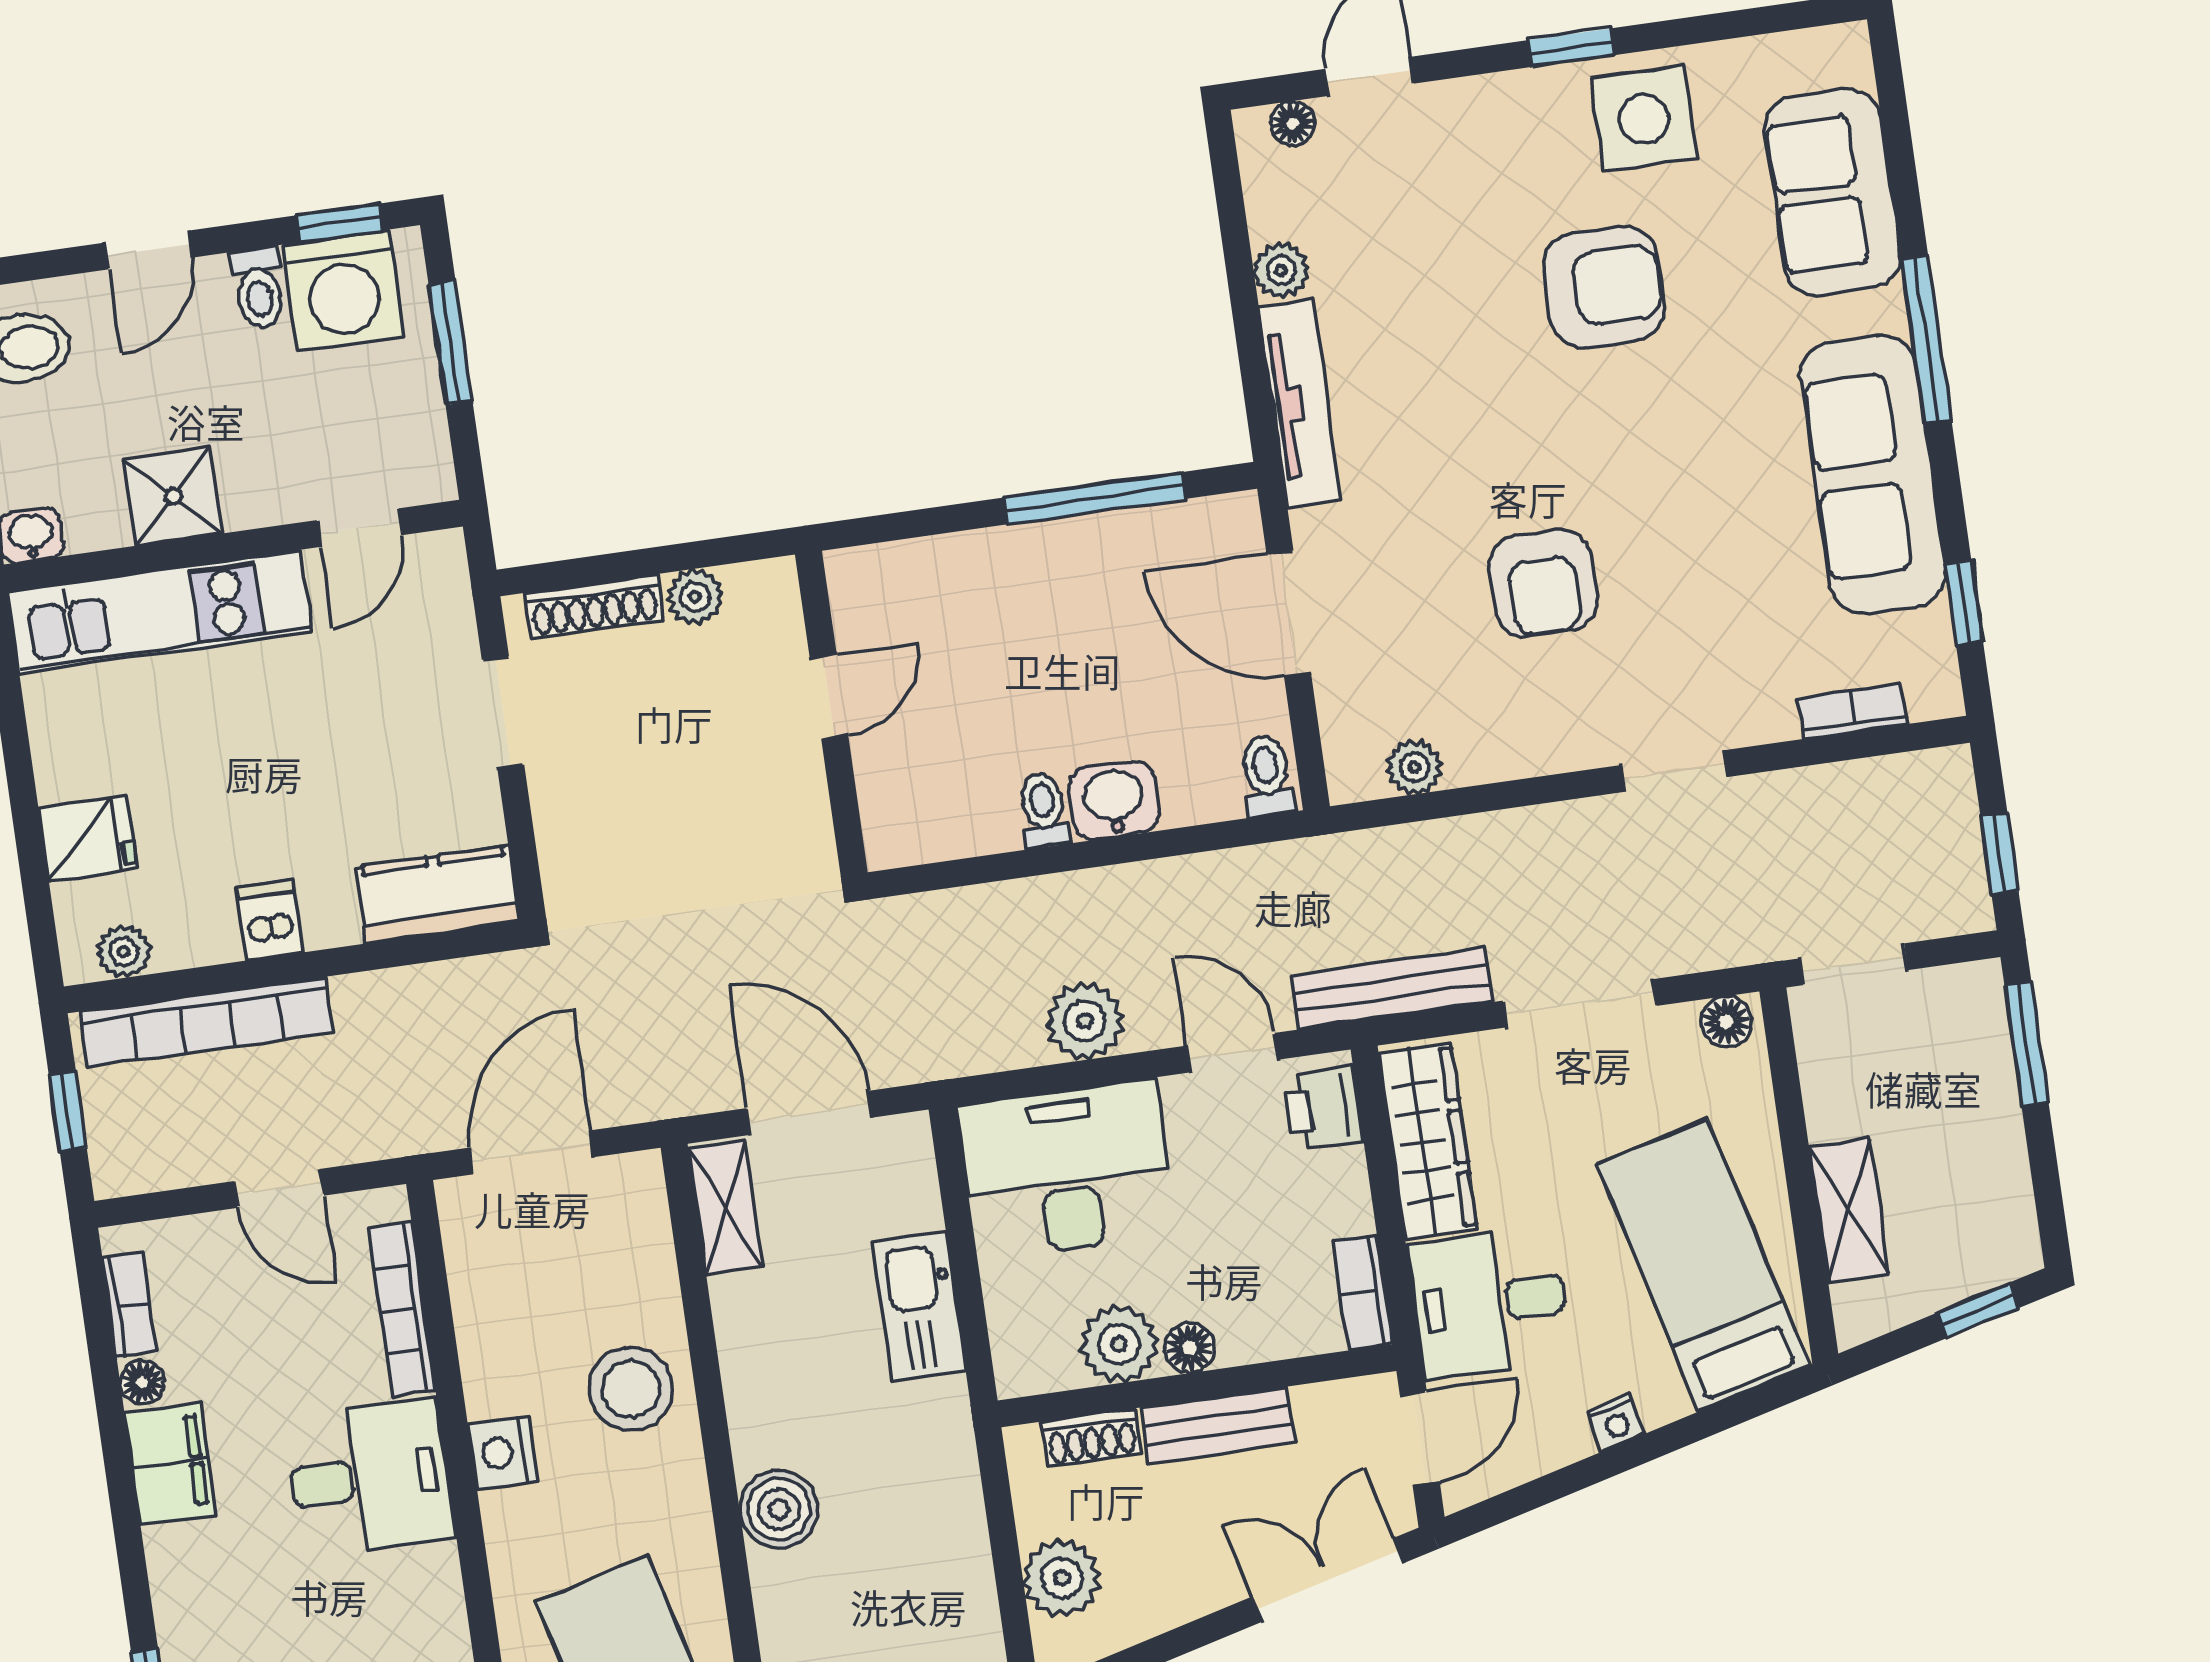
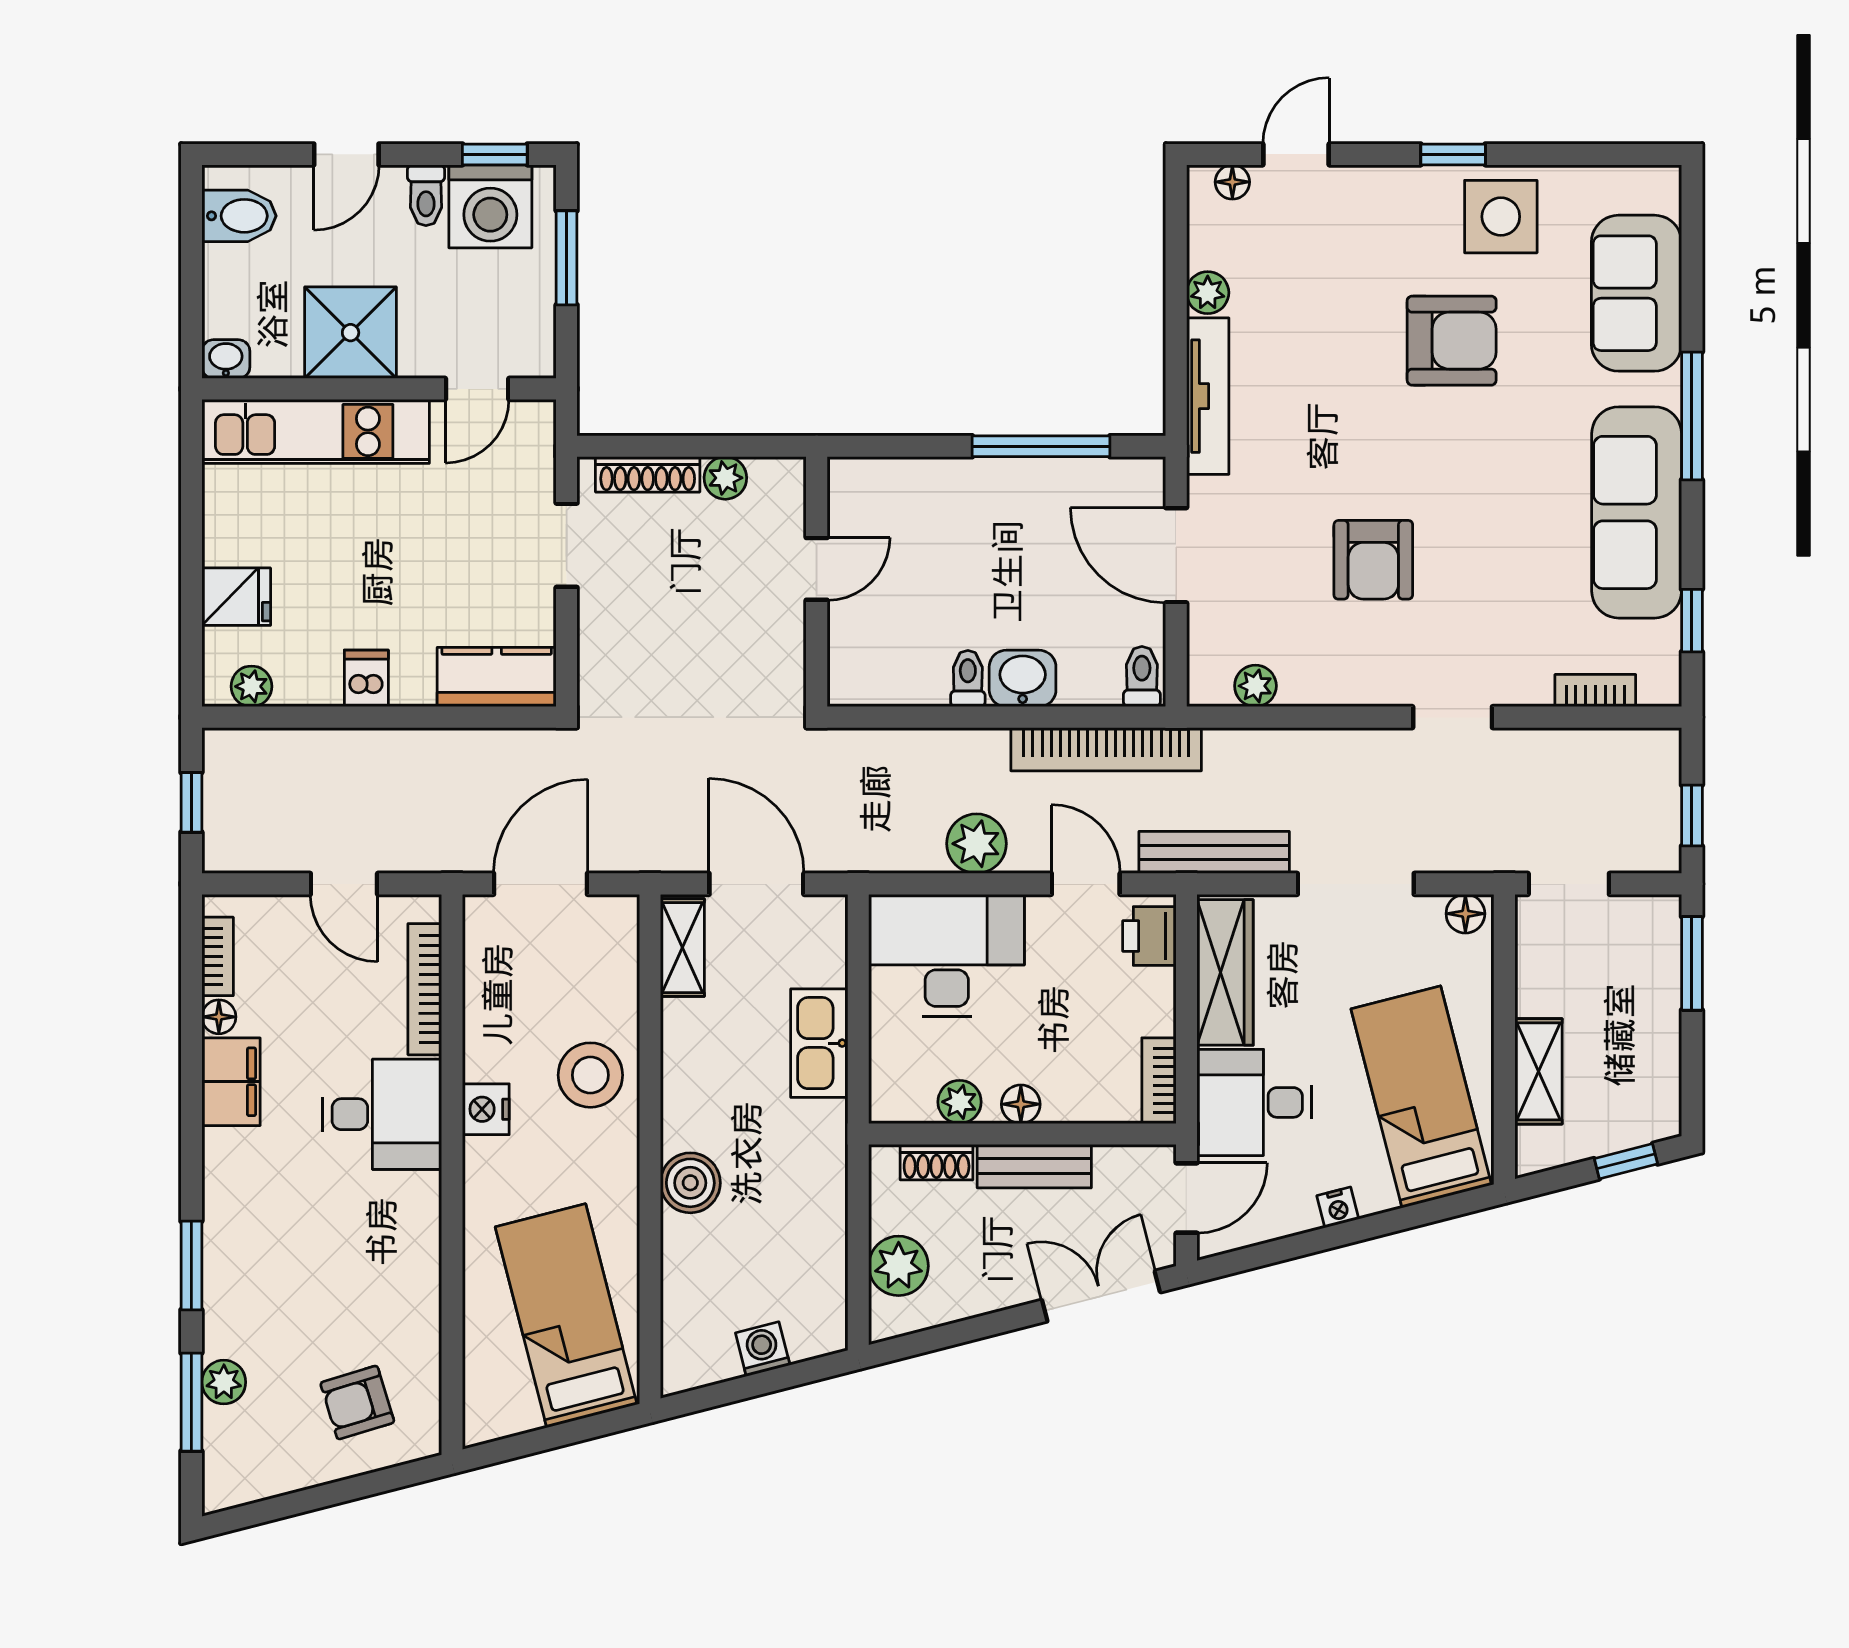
shower: (173, 496) -> (351, 333), width x1.36, depth x1.36
bookcase: (207, 1022) -> (1106, 749), moved
plant: (1119, 1344) -> (960, 1102), width x0.73, depth x0.73

